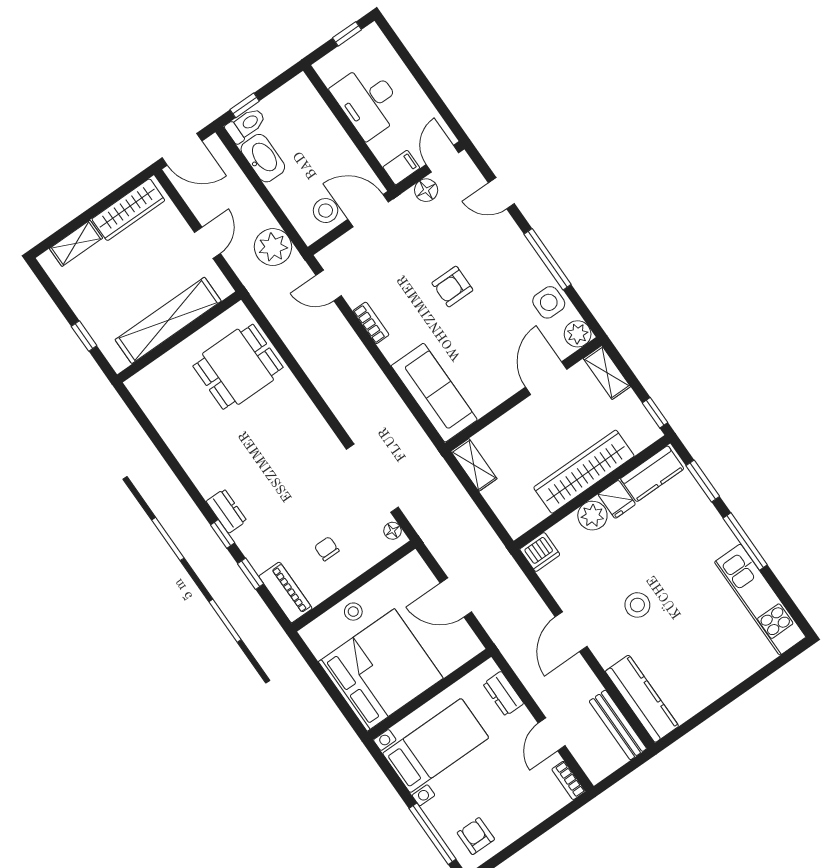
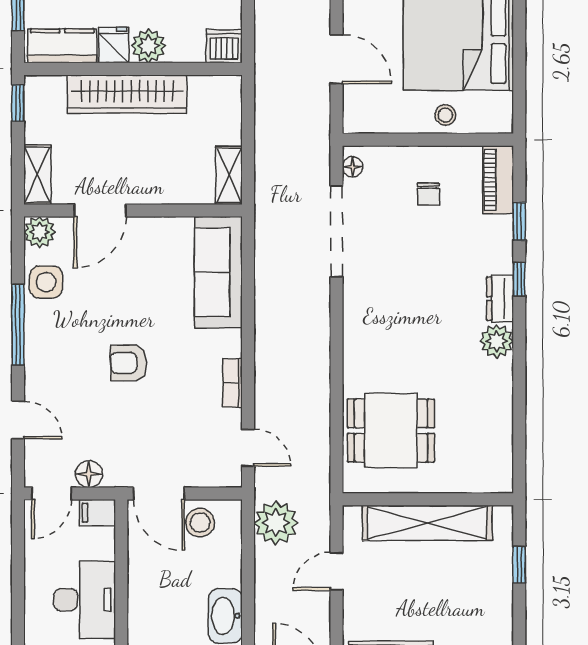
armchair: (452, 287) -> (129, 363), turned 180
plant: (208, 480) -> (497, 341), added

